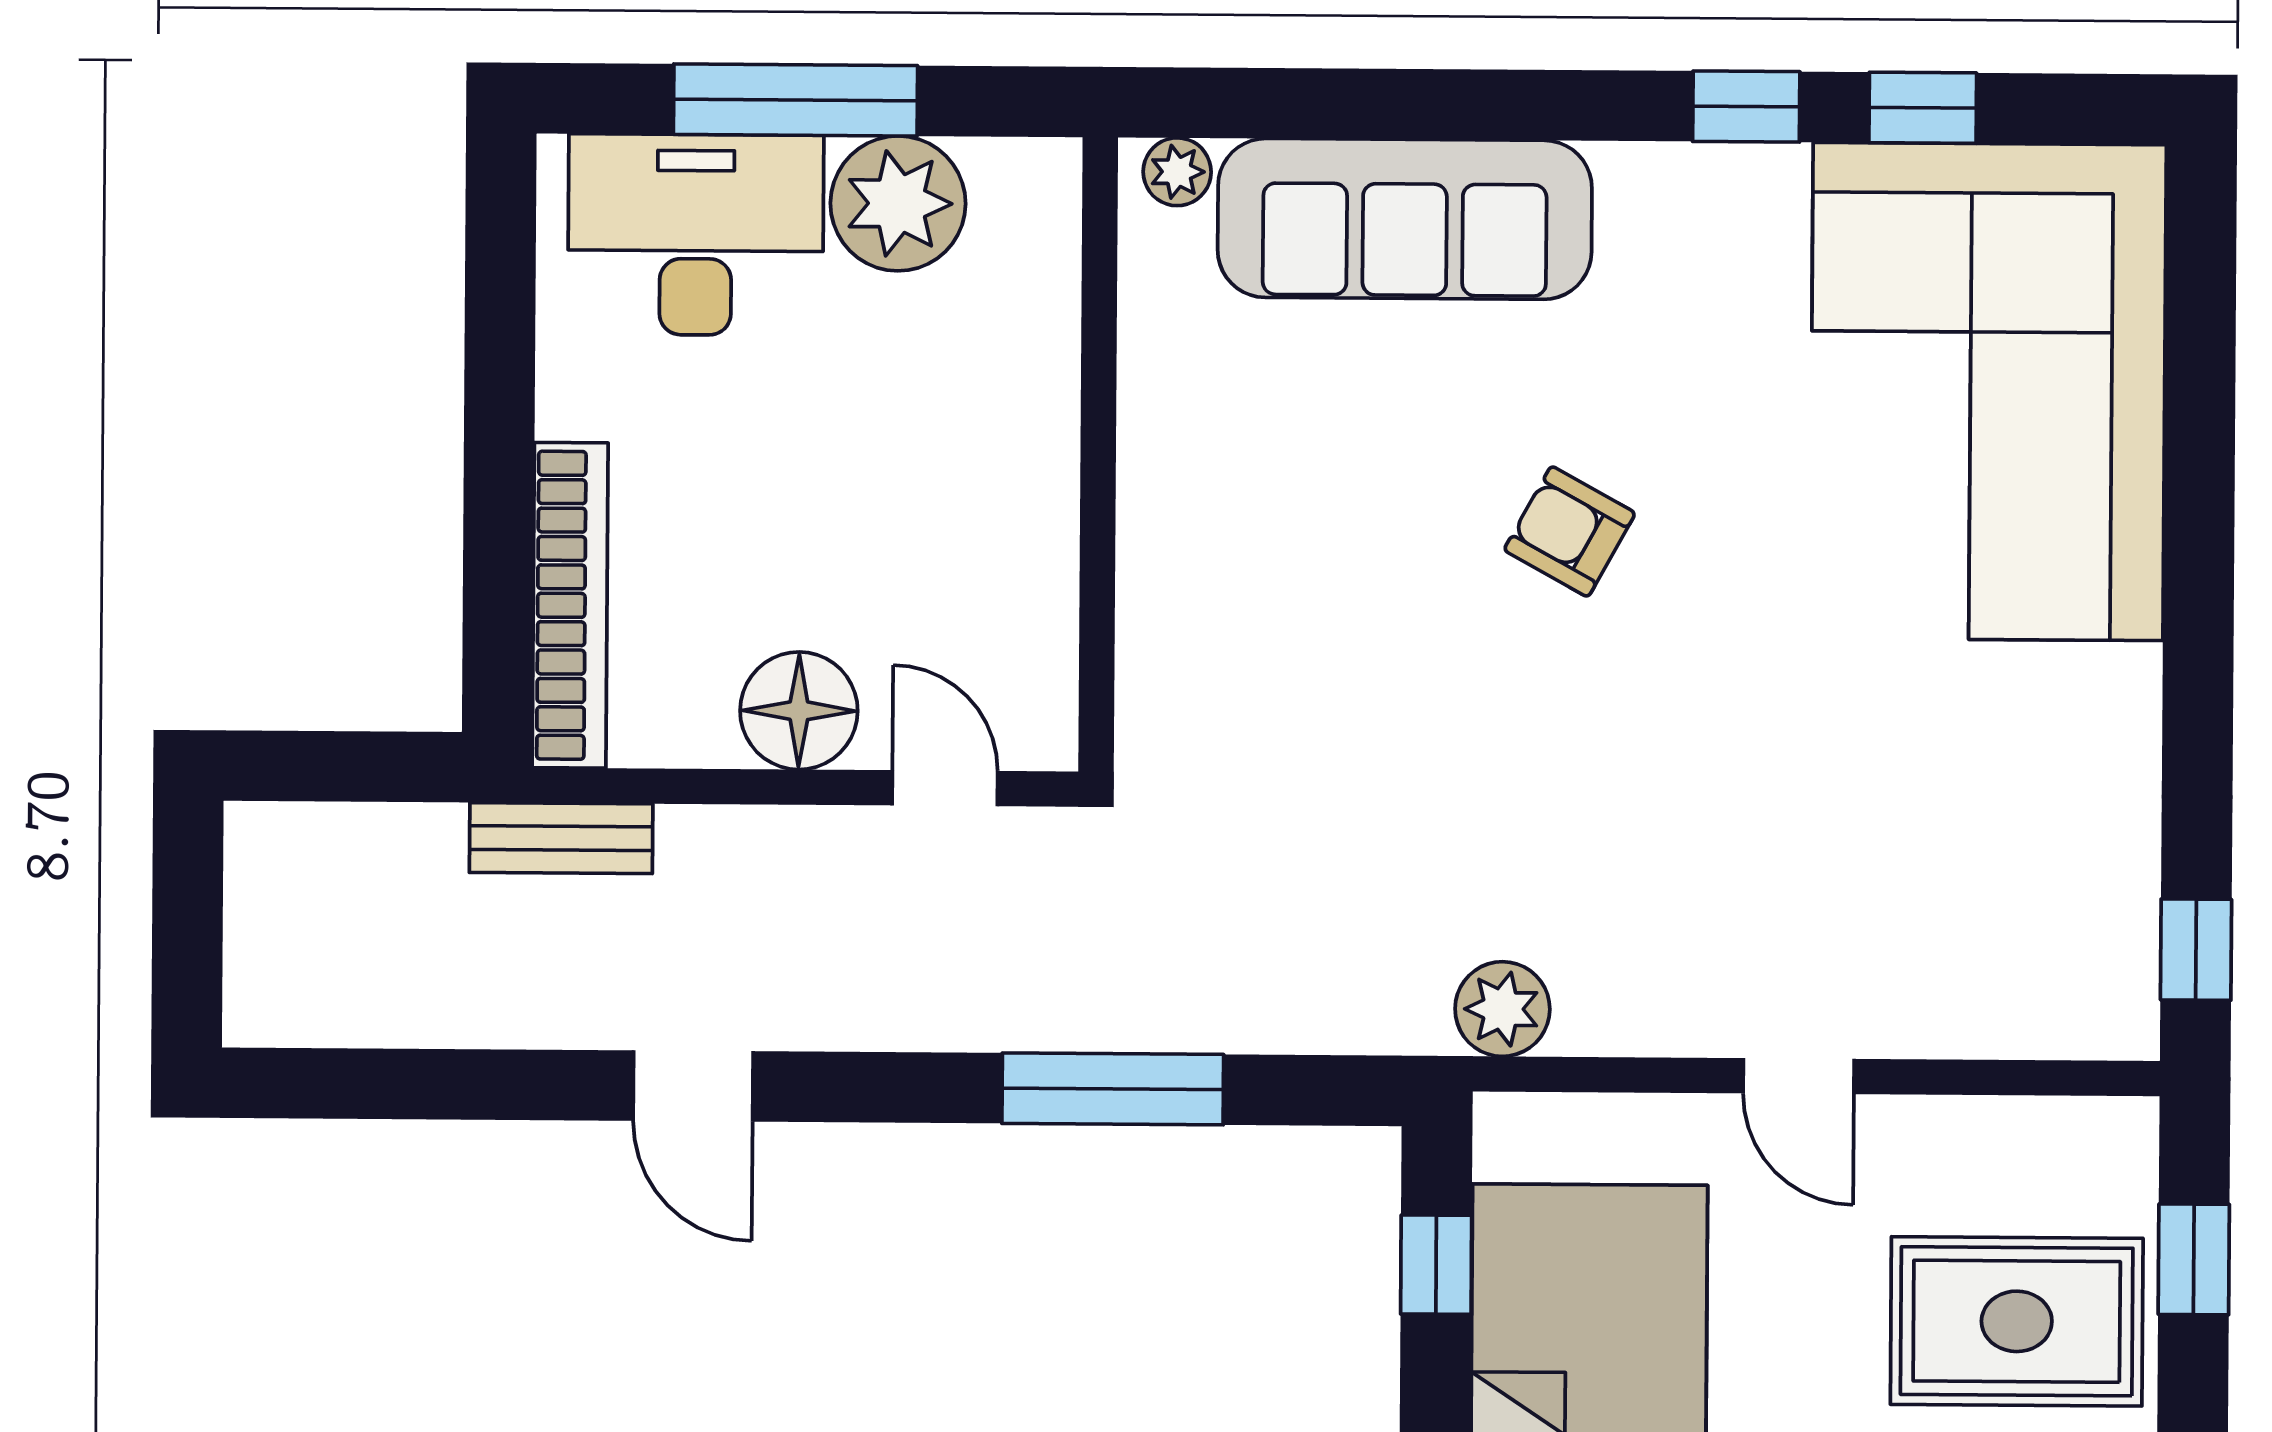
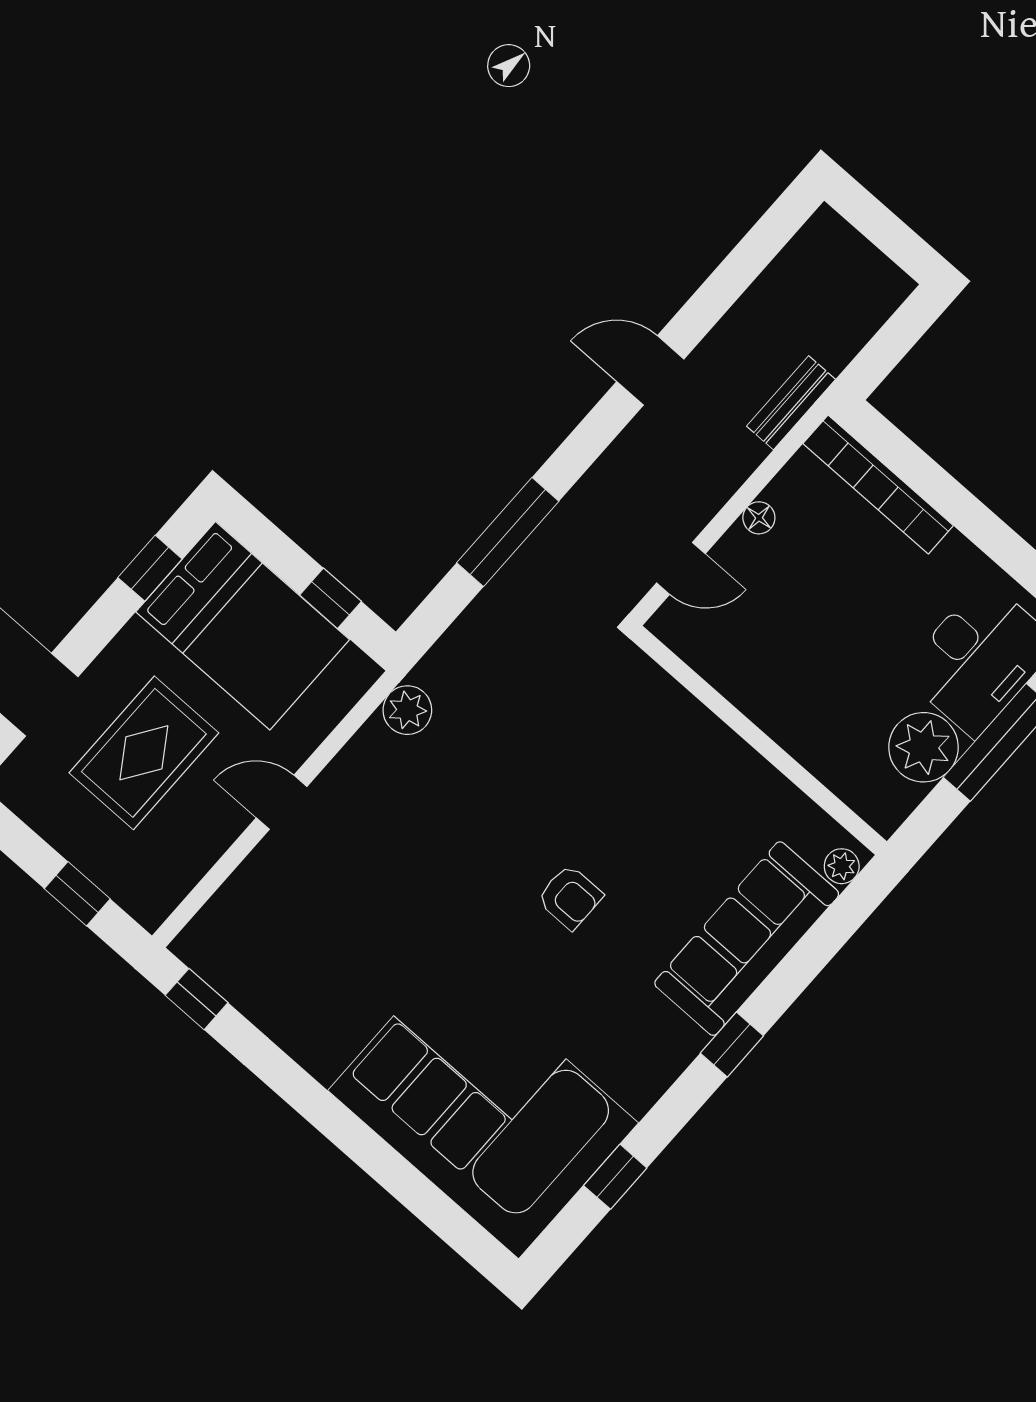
window: (1746, 107) -> (732, 1044), moved
armchair: (1570, 531) -> (570, 897), turned 61
floor lamp: (799, 711) -> (759, 518), width x0.53, depth x0.53
rug: (2017, 1321) -> (144, 753), moved

